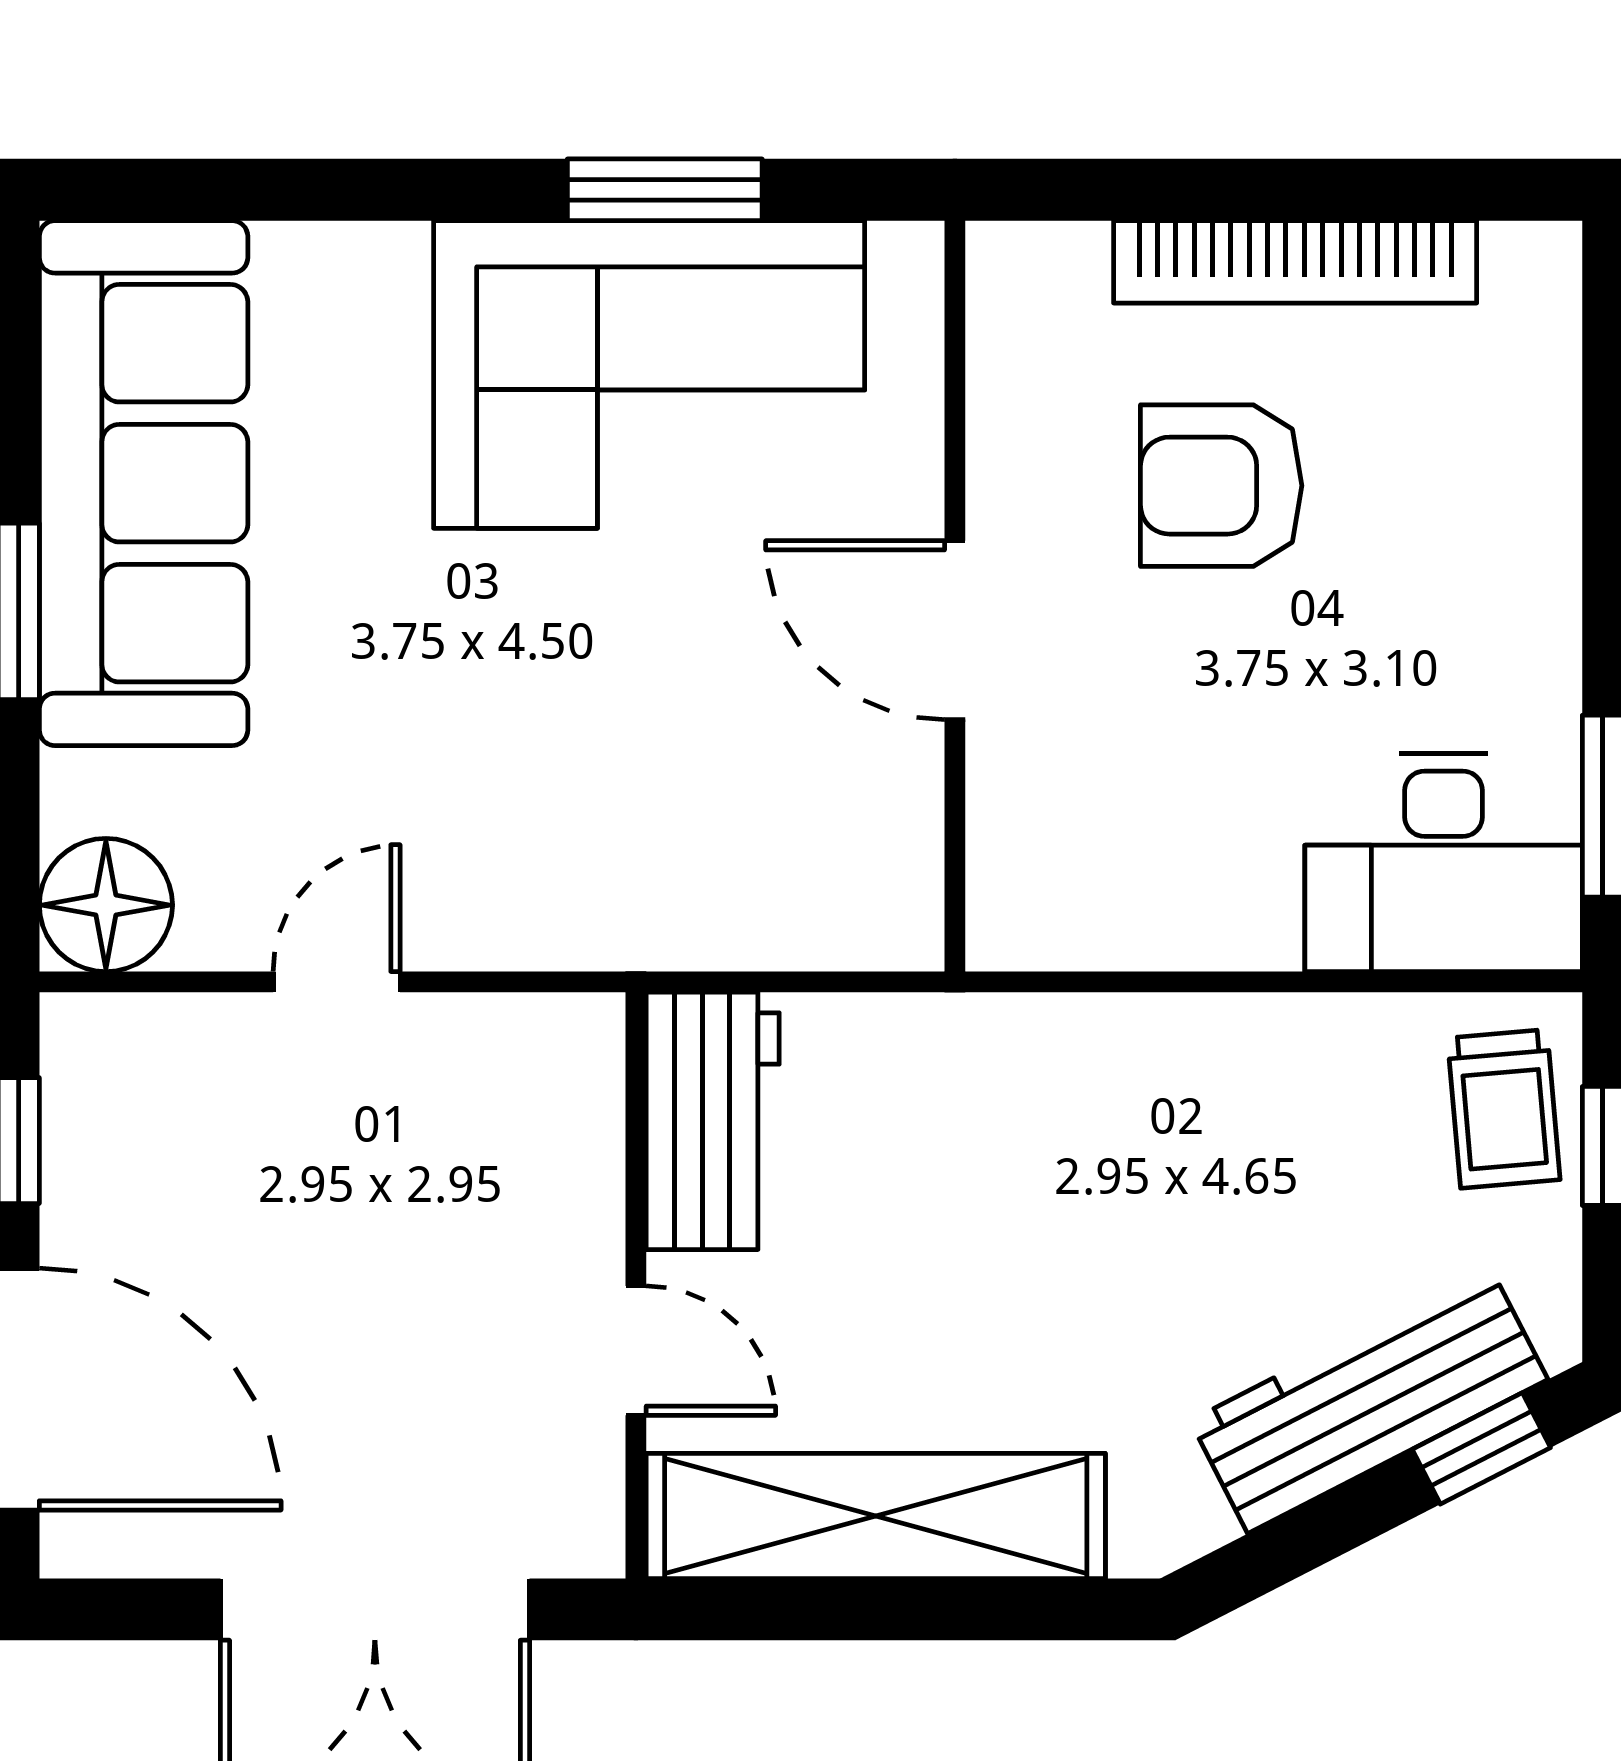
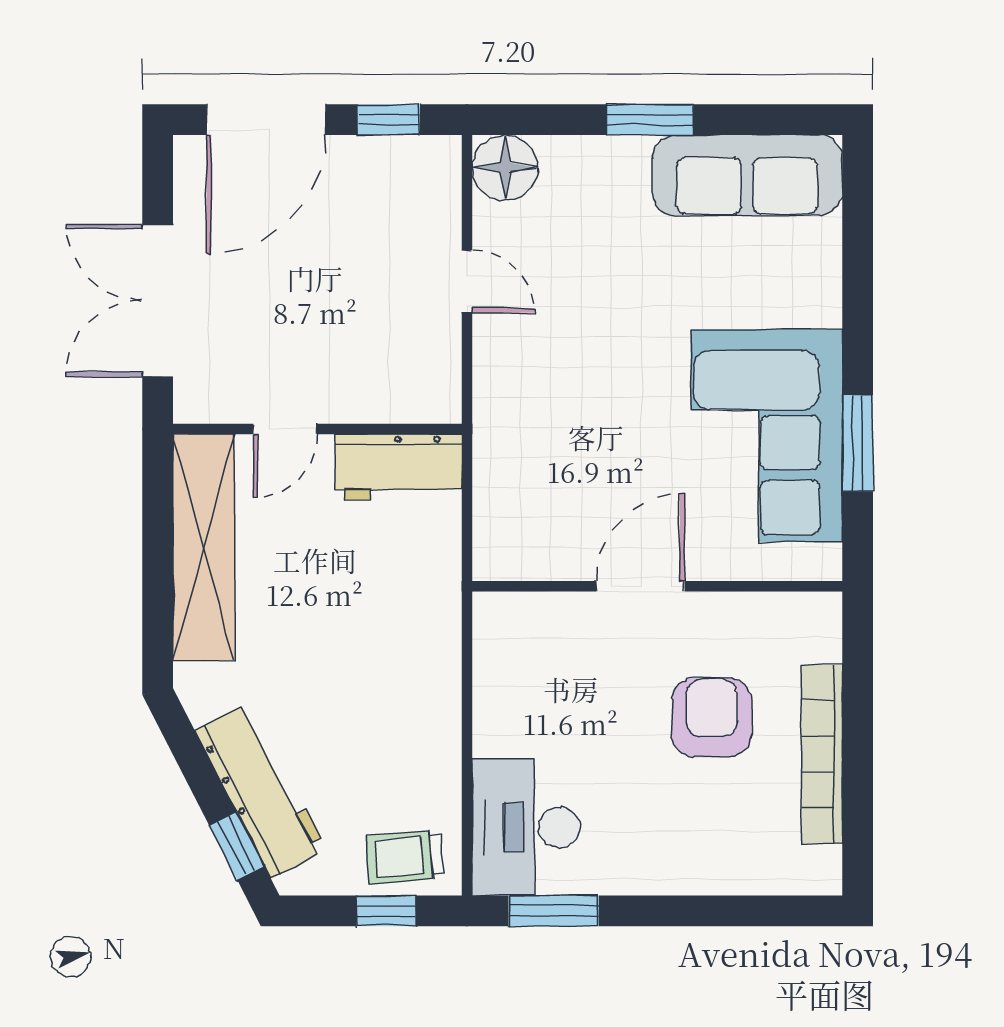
sofa: (144, 483) -> (747, 175), width x0.74, depth x0.79

